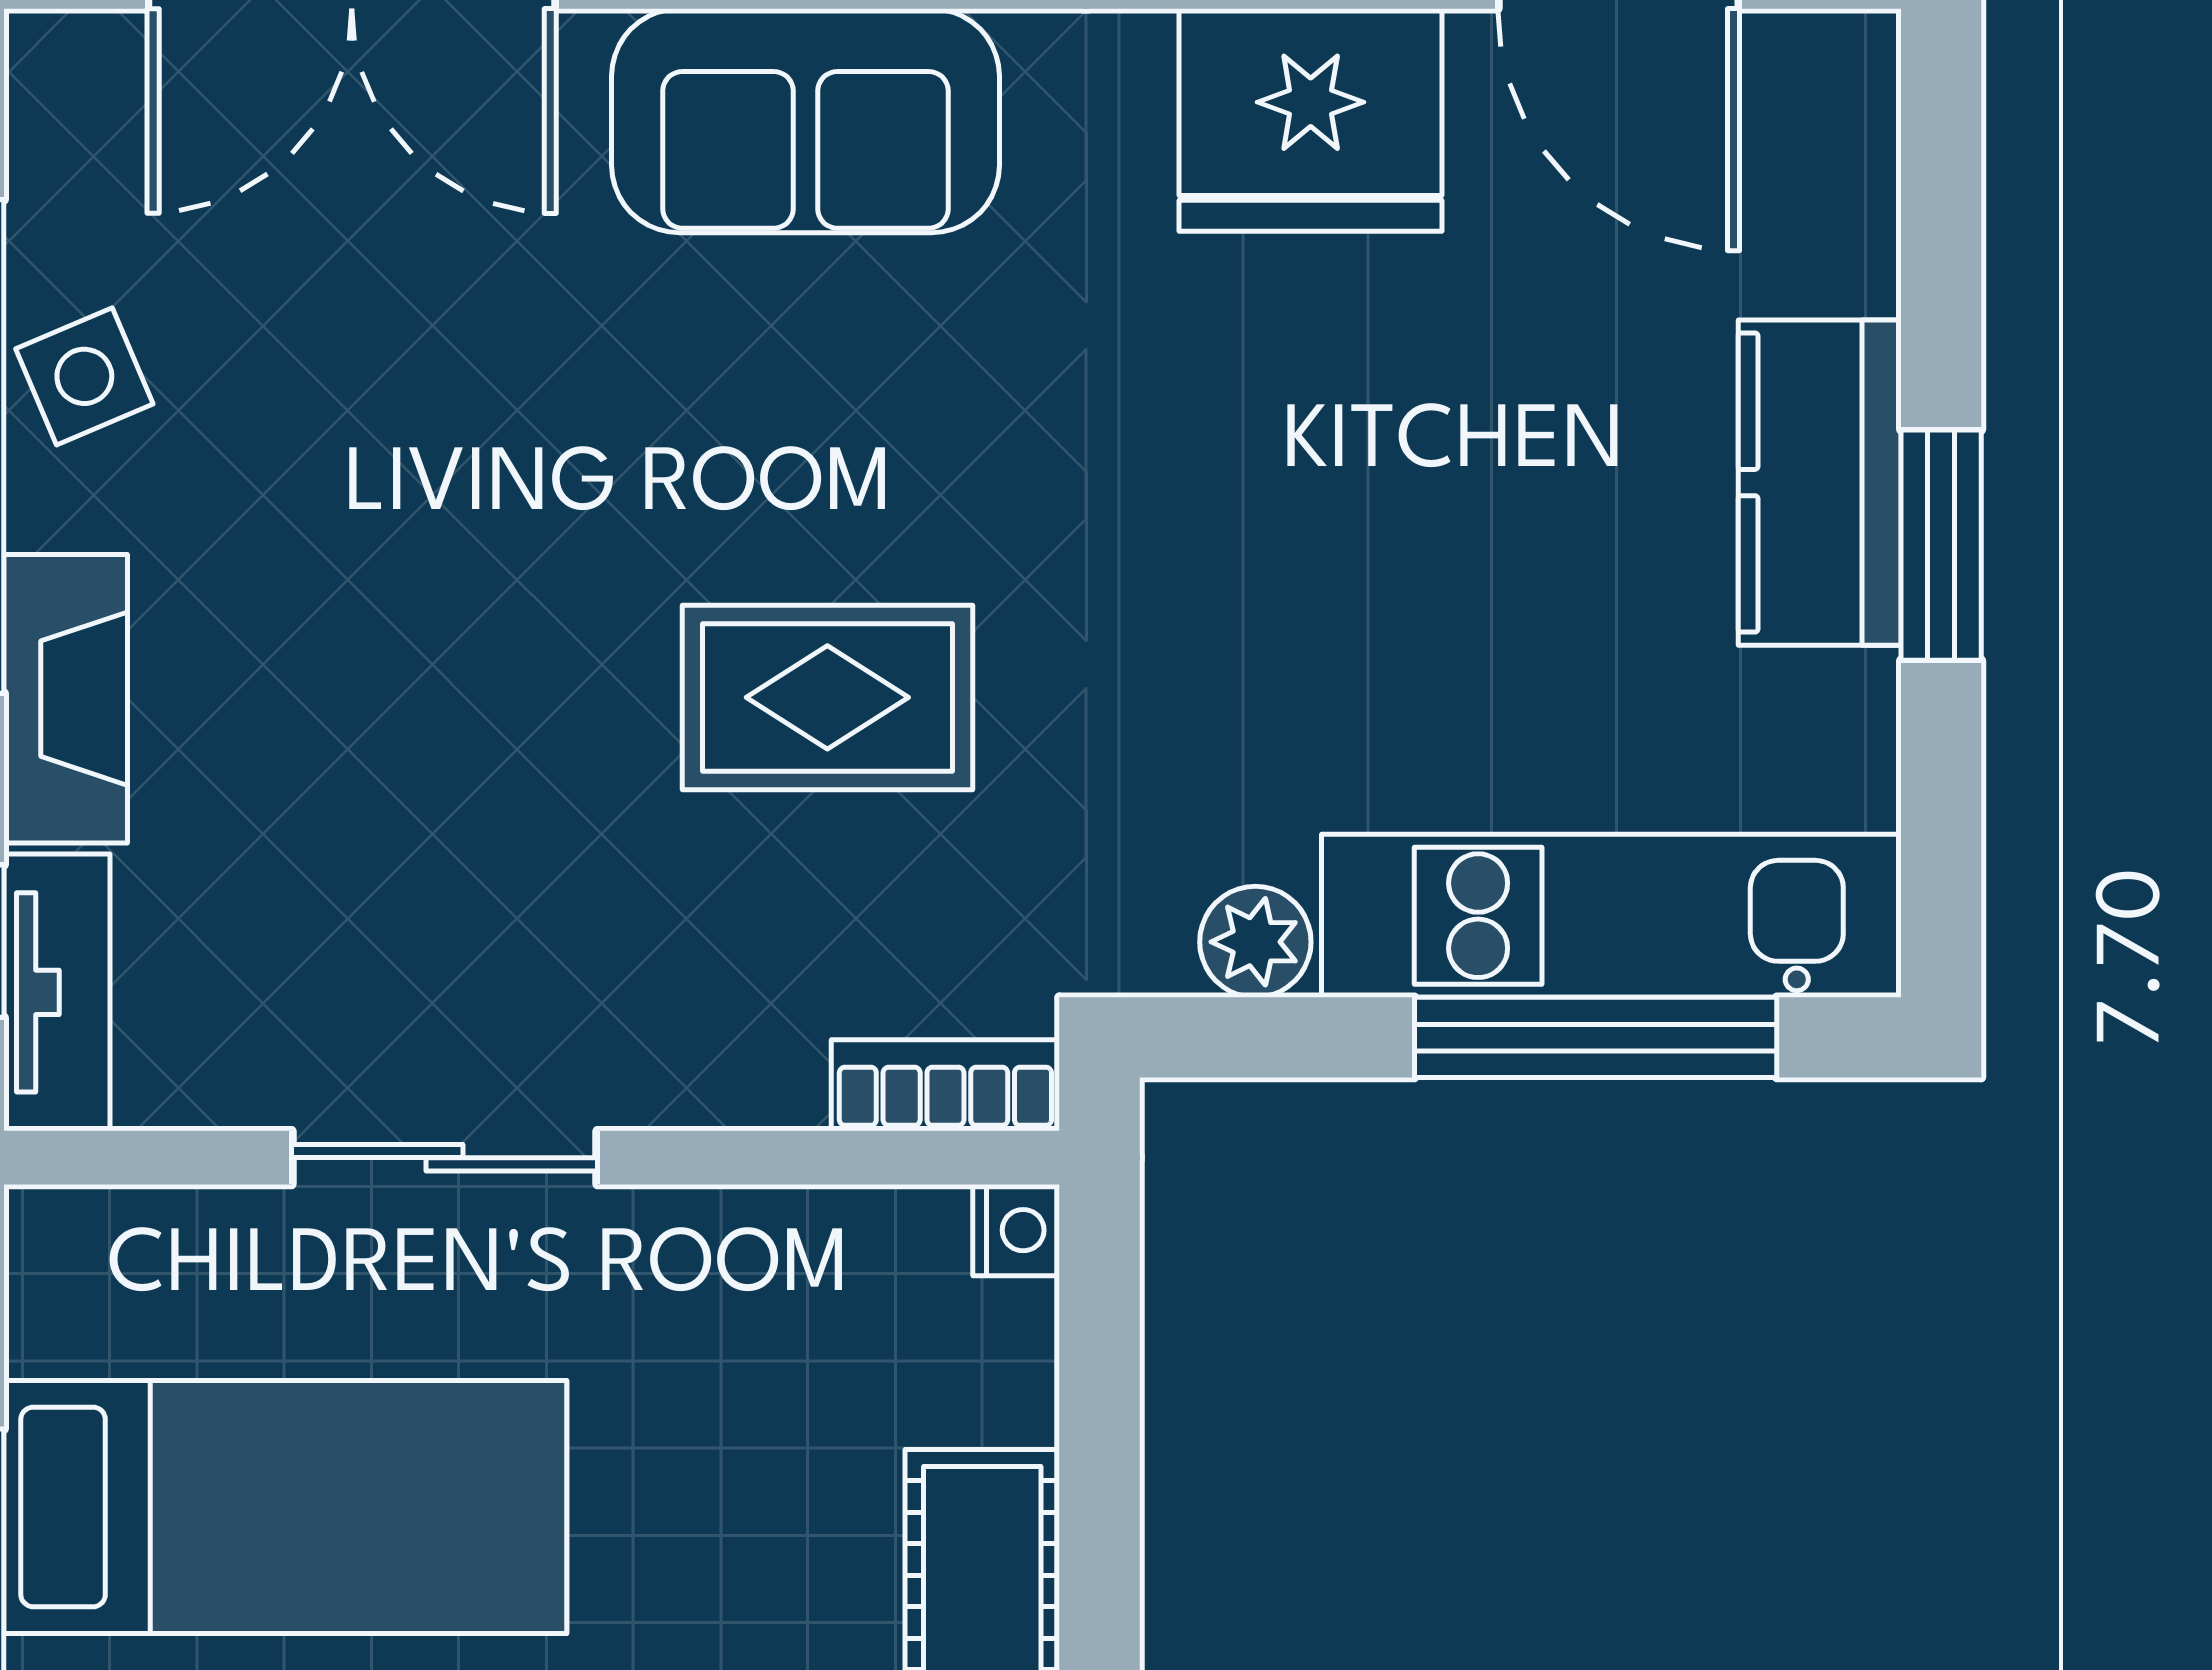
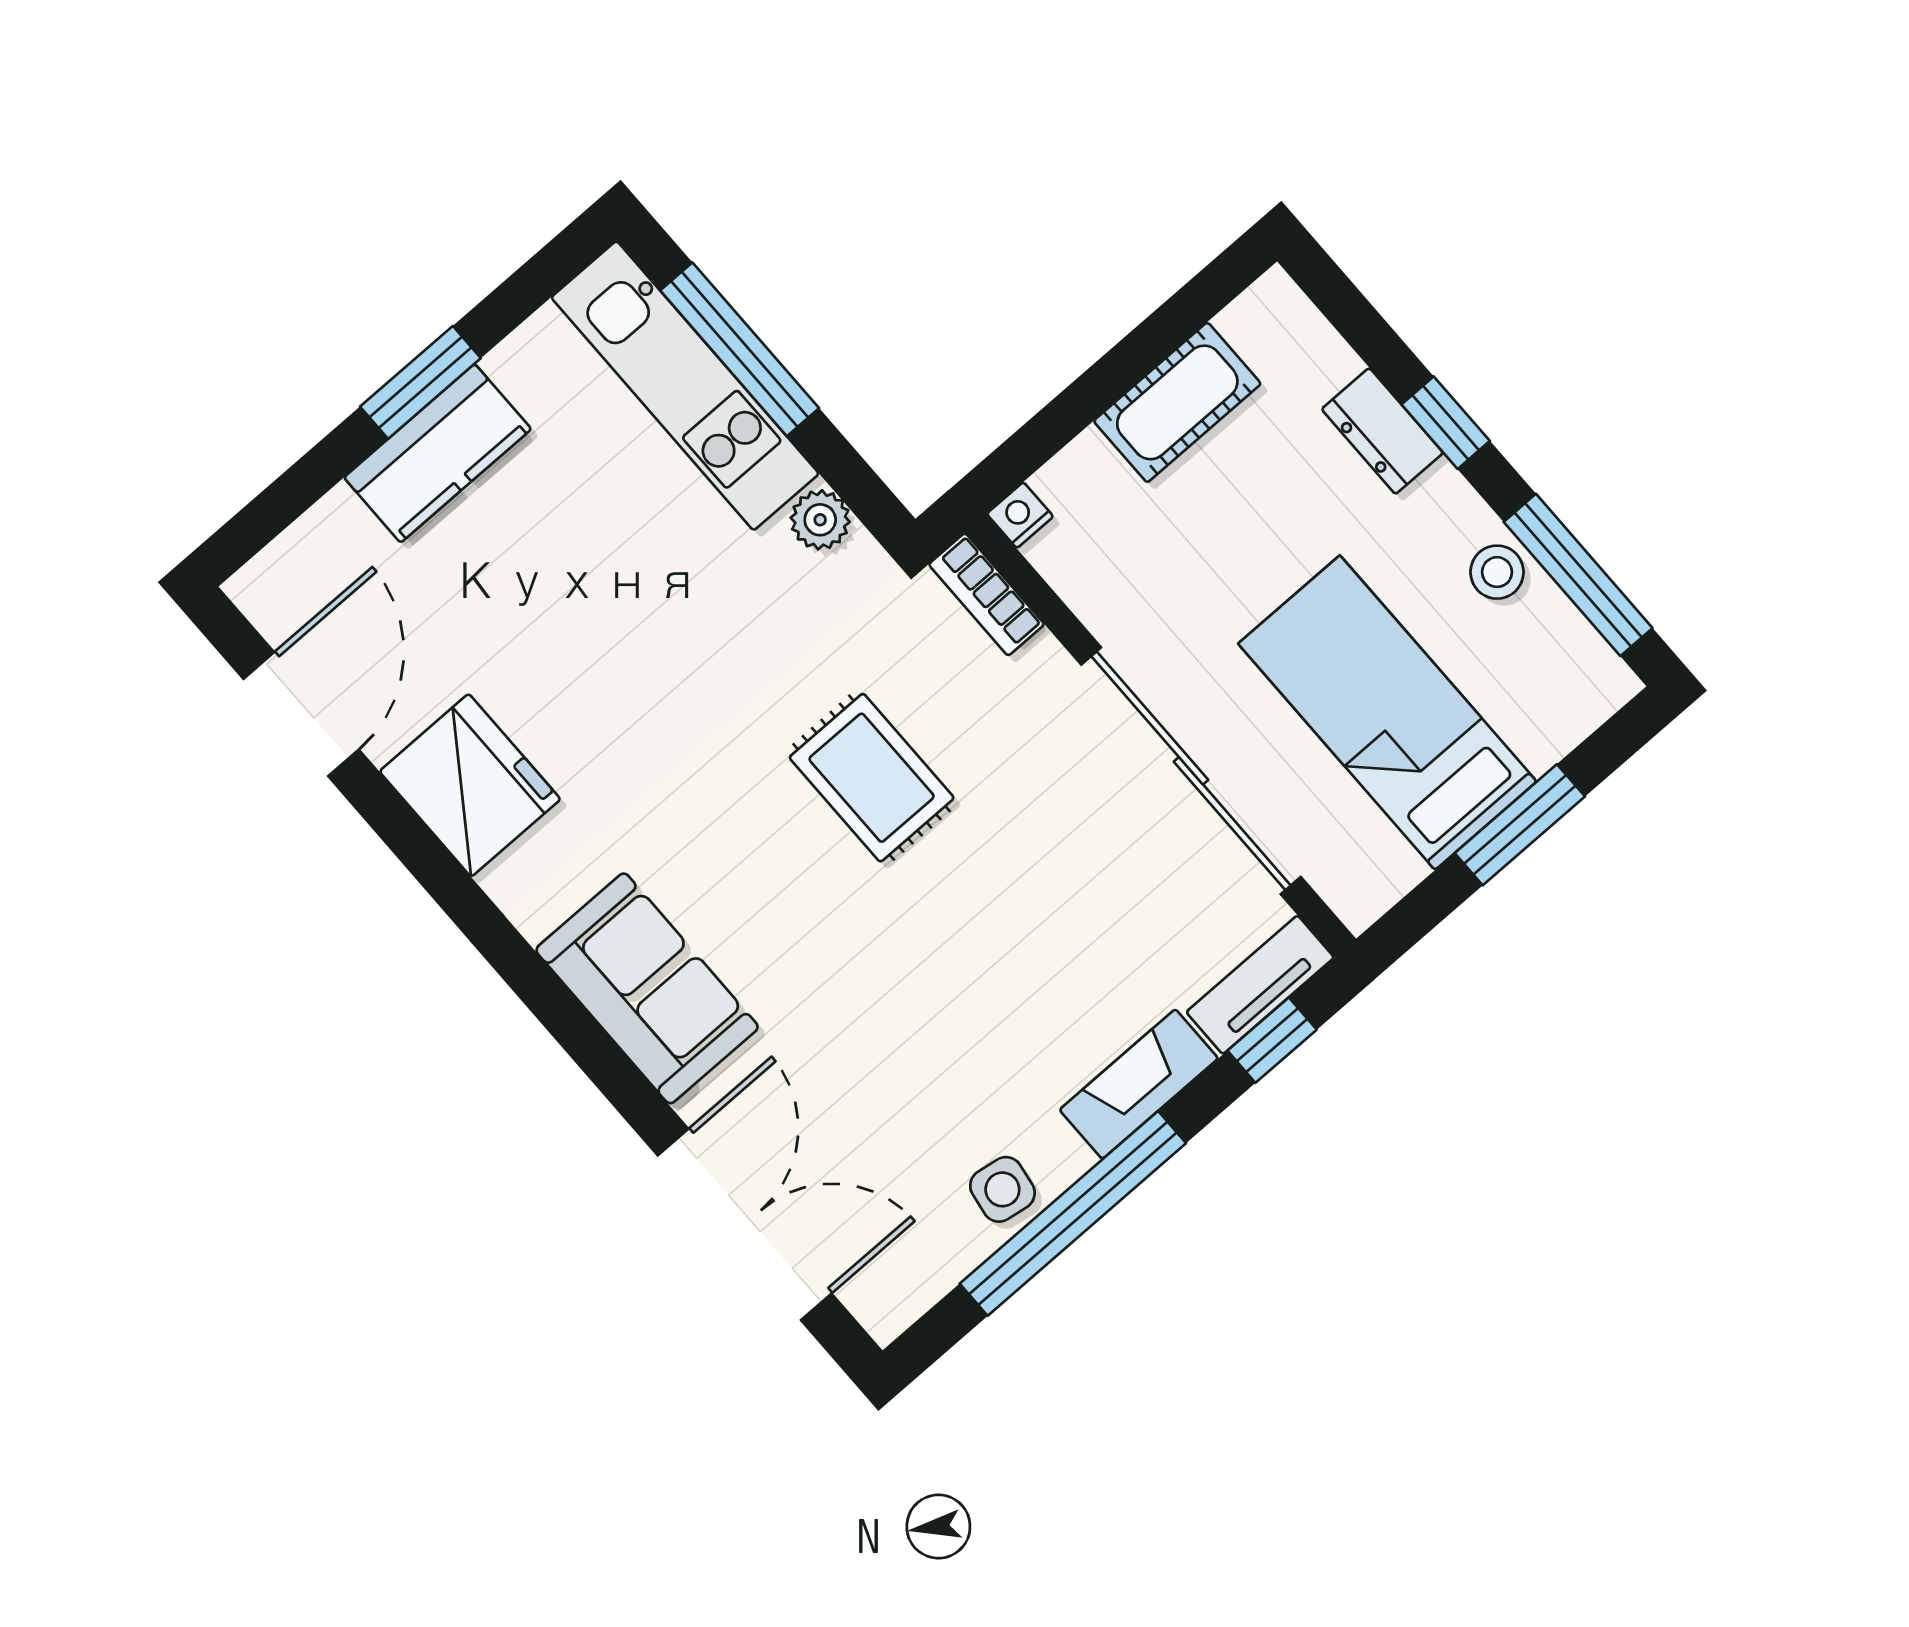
side table: (84, 376) -> (1002, 1189), turned 32
sliding door: (445, 1158) -> (1191, 771), width x1.86

